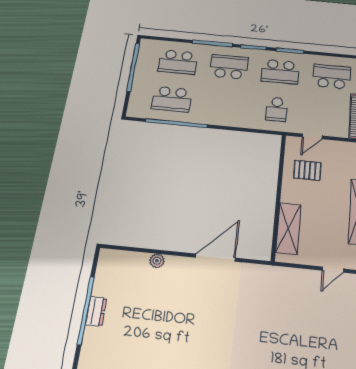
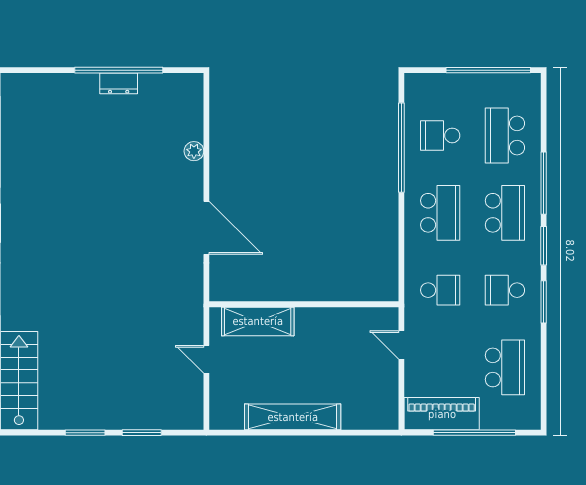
school desk: (280, 72) -> (505, 290), width x0.54
school desk: (172, 99) -> (440, 135), width x0.54
school desk: (224, 104) -> (440, 213), added
school desk: (277, 109) -> (440, 290), turned 180
pallet: (307, 170) -> (347, 341), removed
door: (333, 270) -> (206, 359), moved

